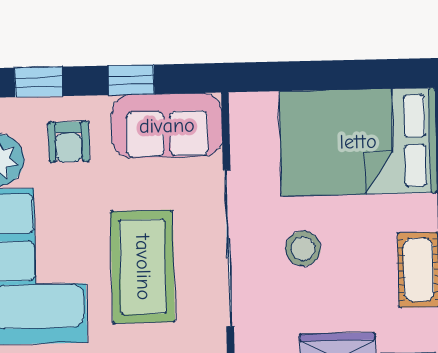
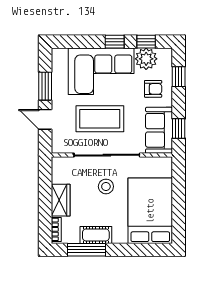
window: (131, 80) -> (179, 128), moved
armchair: (69, 142) -> (153, 89), turned 180

